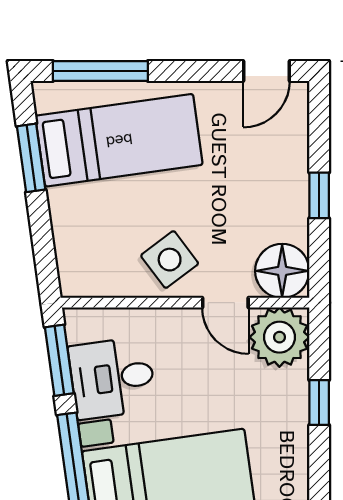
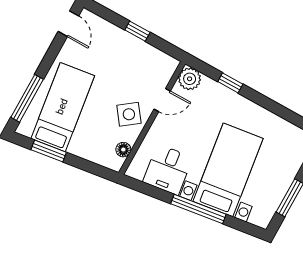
floor lamp: (282, 271) -> (123, 150), moved, width x0.53, depth x0.53
plant: (279, 337) -> (190, 79), width x0.73, depth x0.73
window: (59, 360) -> (147, 189), removed

